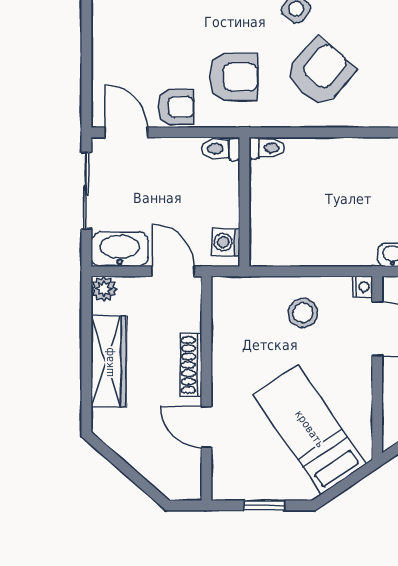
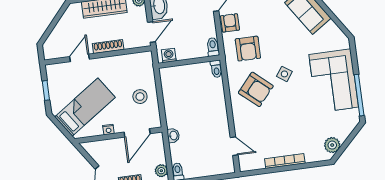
armchair: (176, 107) -> (230, 23), turned 180
nightstand: (362, 287) -> (108, 130), moved

